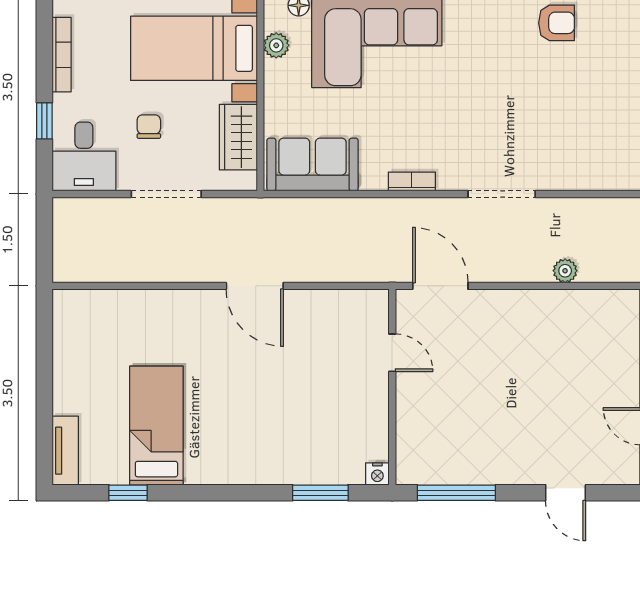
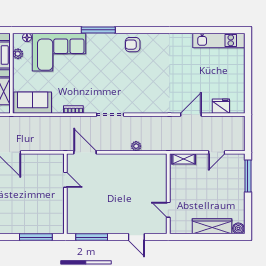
armchair: (557, 23) -> (133, 45), turned 180
nightstand: (377, 474) -> (59, 229), removed
window: (320, 493) -> (36, 237), width x1.44

